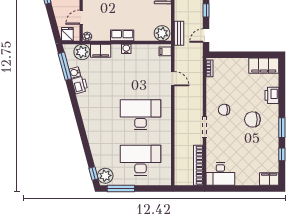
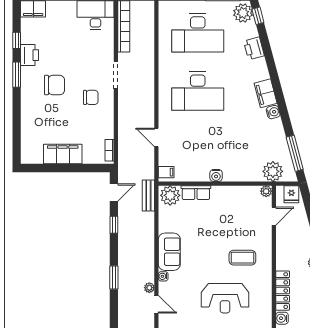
row of seats: (122, 35) -> (196, 193), moved
filing cabinet: (101, 51) -> (266, 93), moved, turned -105
filing cabinet: (264, 66) -> (63, 154), moved
water cooler: (75, 72) -> (273, 112), moved
printer: (80, 85) -> (254, 48), moved
printer: (272, 95) -> (30, 55), moved

